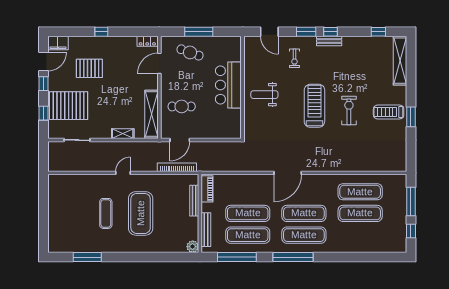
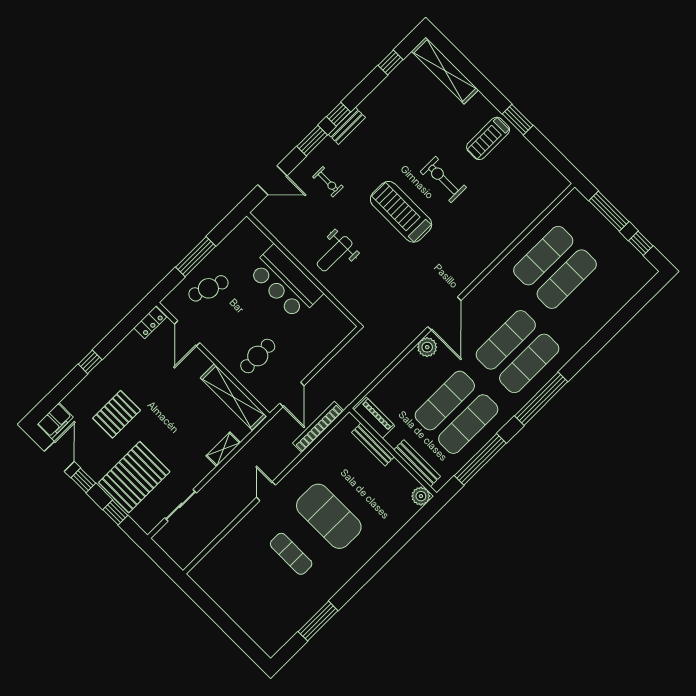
plant: (264, 181) -> (427, 347), added

